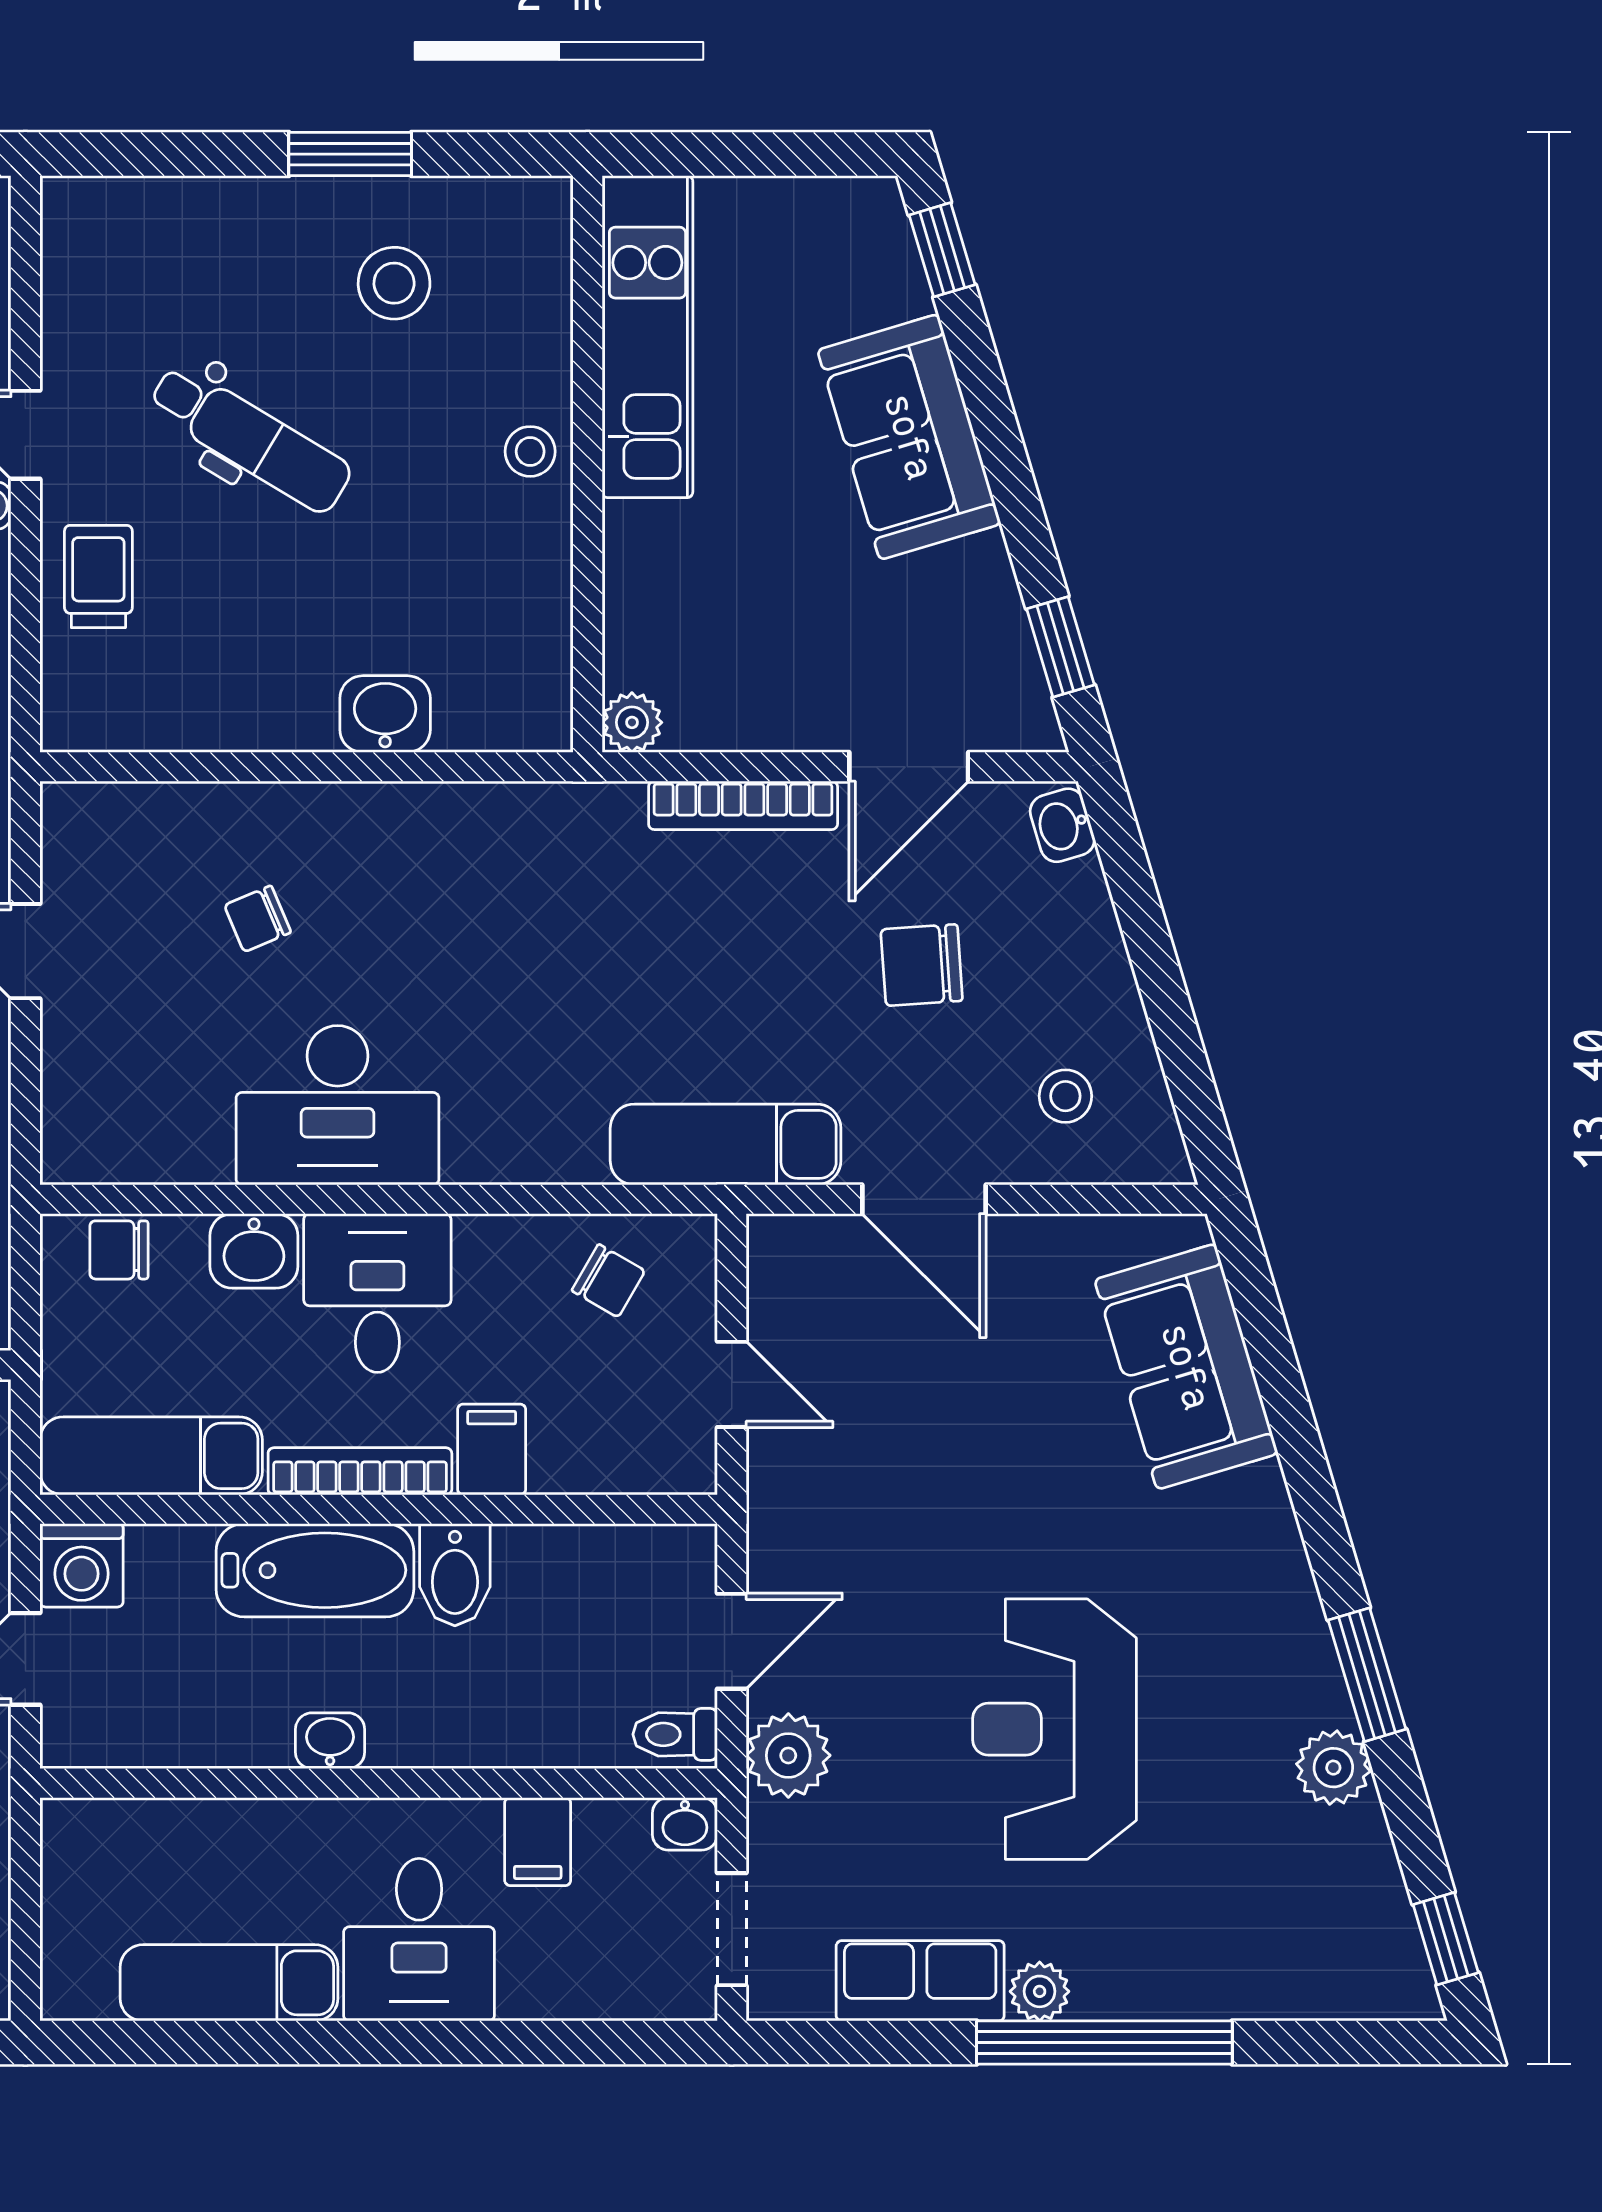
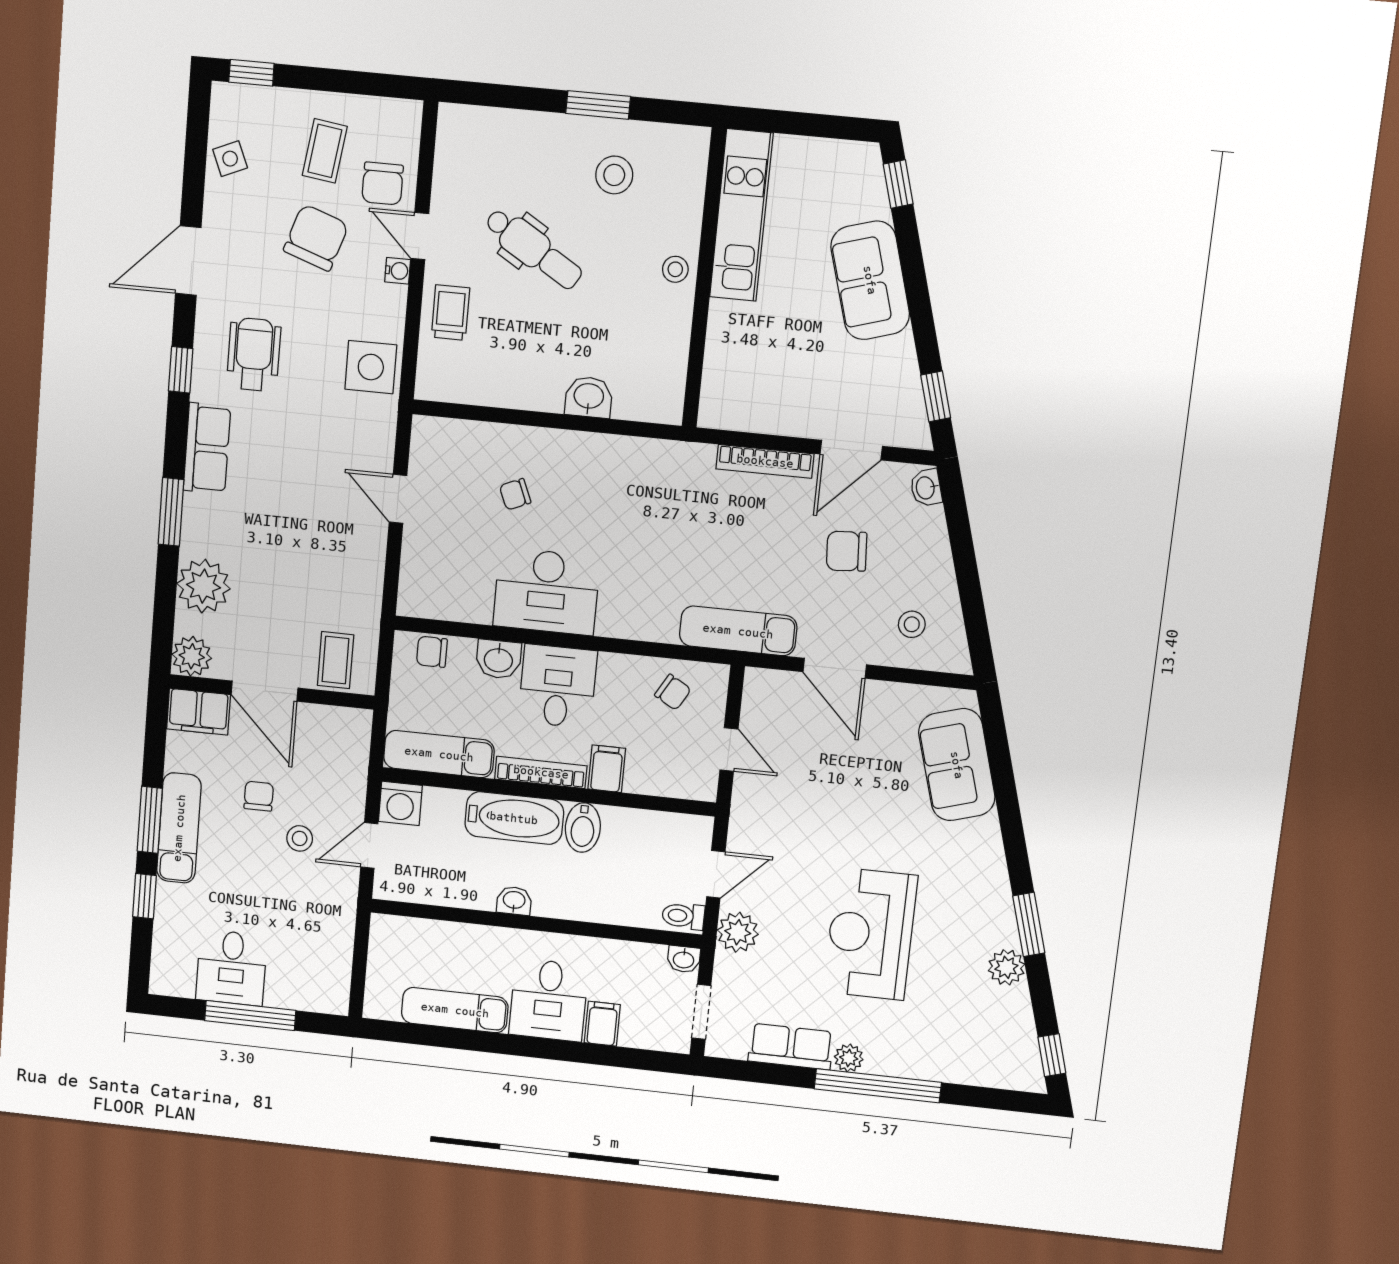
plant: (632, 722) -> (713, 414), removed
filing cabinet: (538, 1842) -> (602, 1024), moved, turned 180

